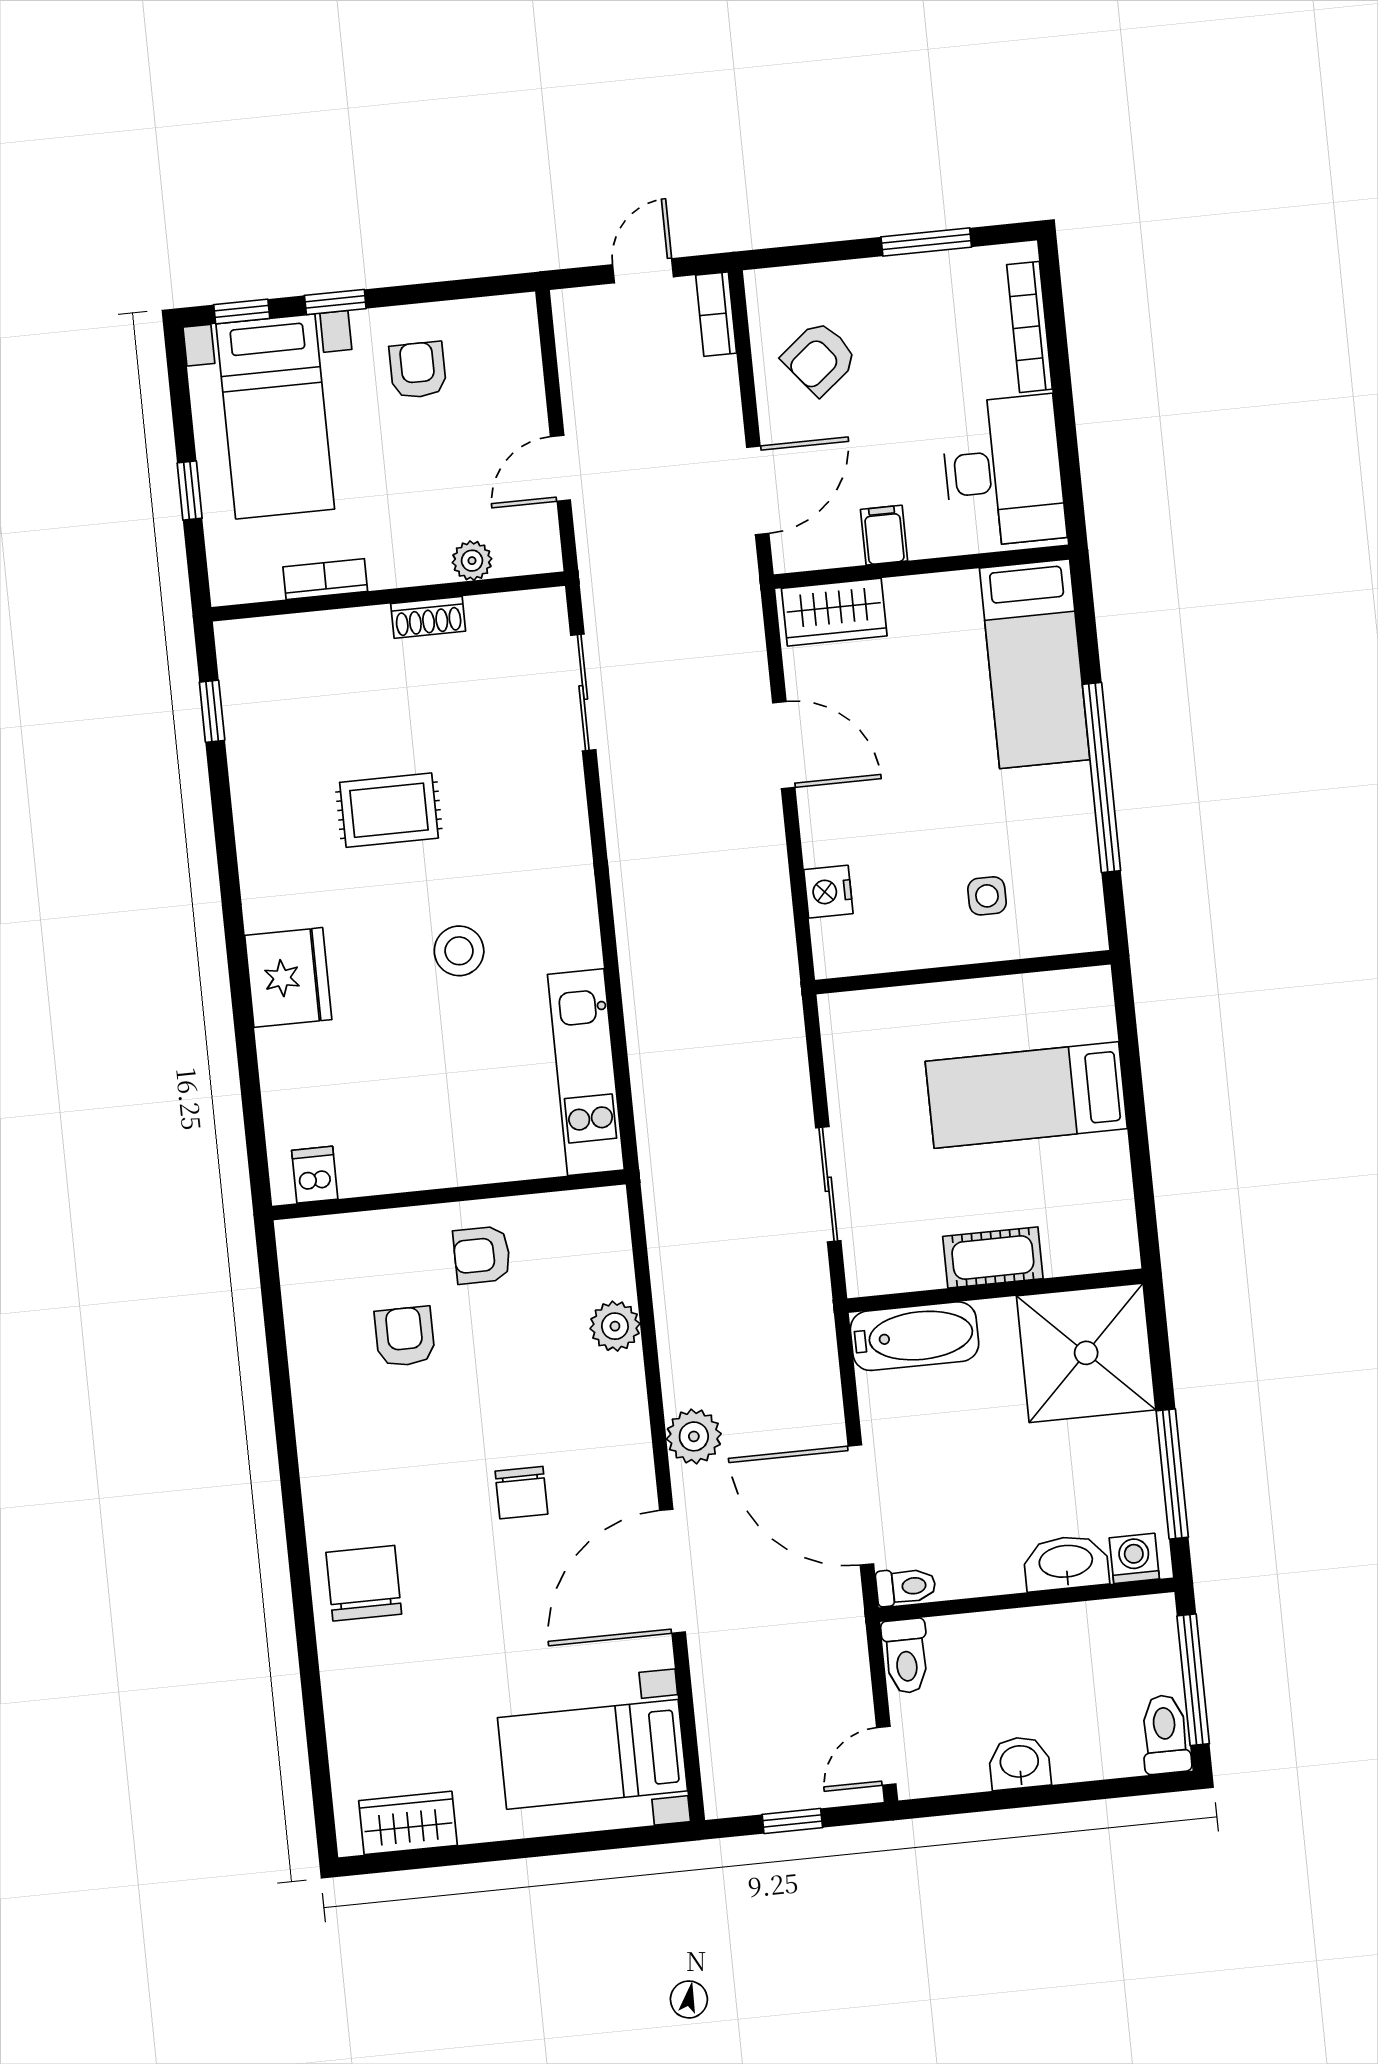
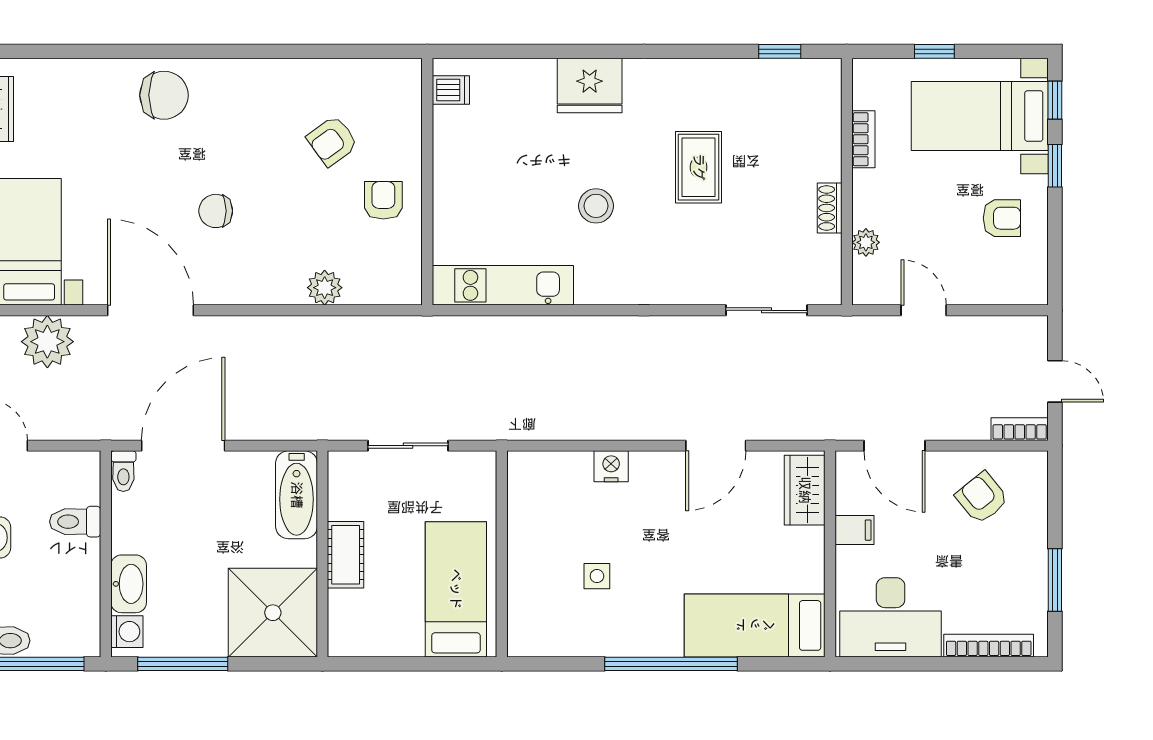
wall: (963, 972) -> (502, 554), moved
armchair: (405, 1337) -> (332, 141), turned 144
plant: (694, 1436) -> (47, 342), moved, width x1.36, depth x1.36
toilet: (906, 1656) -> (75, 522), moved

